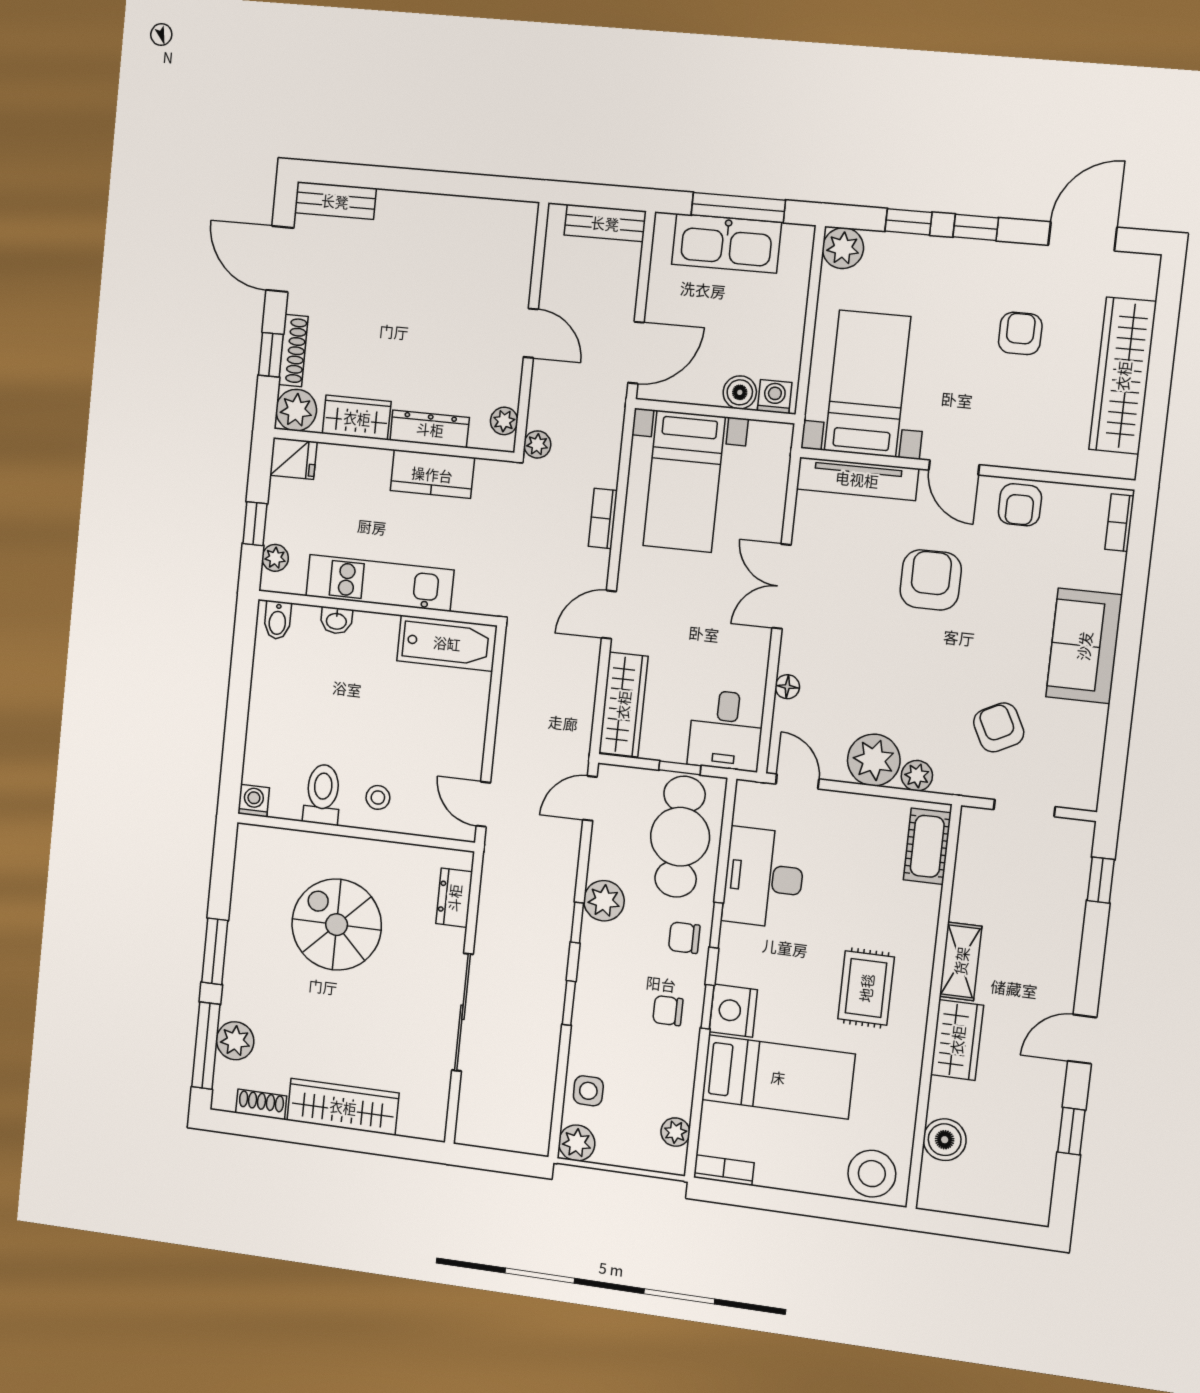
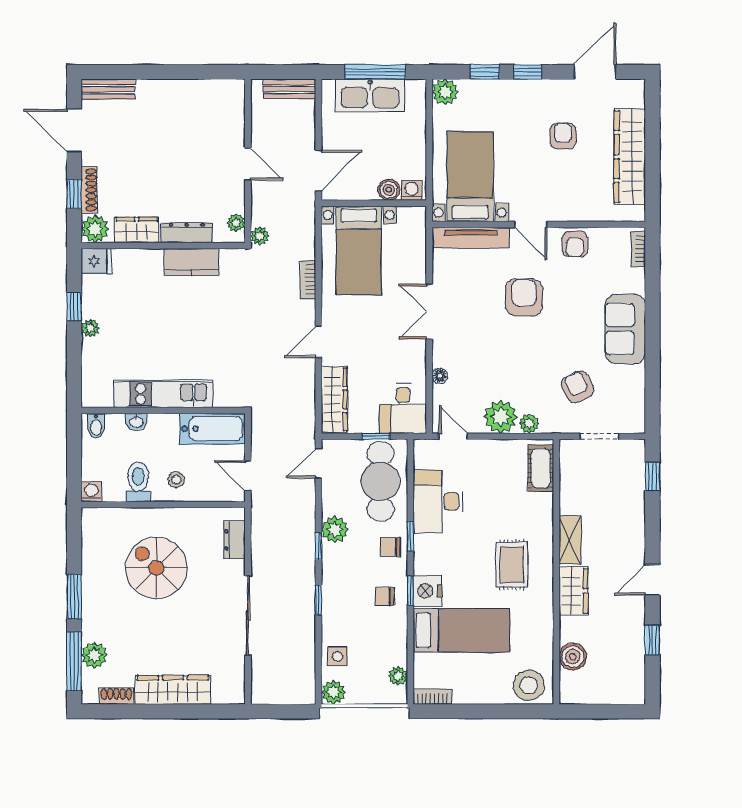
kitchen unit: (380, 583) -> (163, 394), moved
wall: (377, 608) -> (163, 410), moved
bidet: (278, 620) -> (96, 426), moved
washbasin: (336, 621) -> (136, 422), moved
bathtub: (447, 643) -> (213, 429), moved

